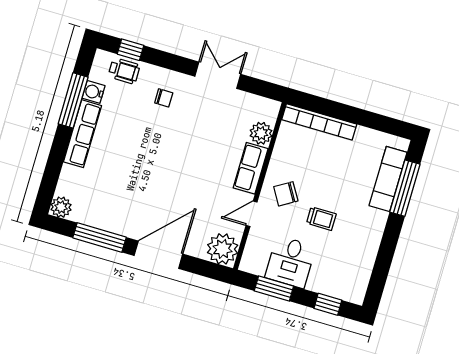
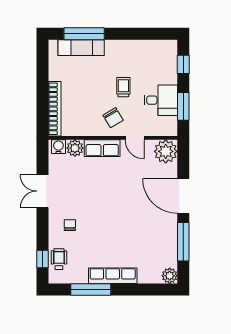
water cooler: (94, 92) -> (58, 147), moved, turned 180

